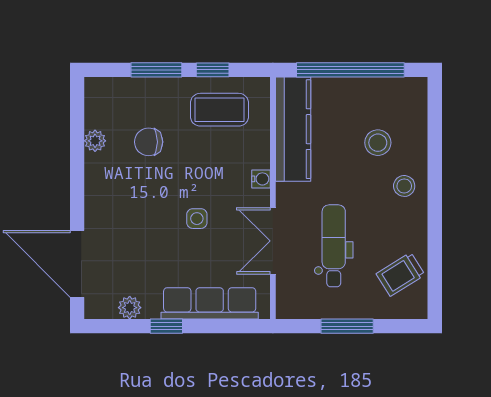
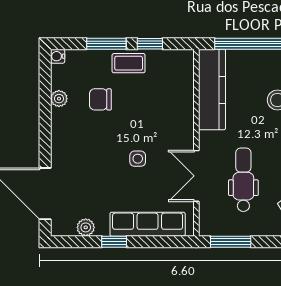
coffee table: (219, 110) -> (129, 63), moved, width x0.73, depth x0.77
water cooler: (261, 179) -> (58, 56), moved, turned 180
window: (347, 326) -> (231, 242), moved

